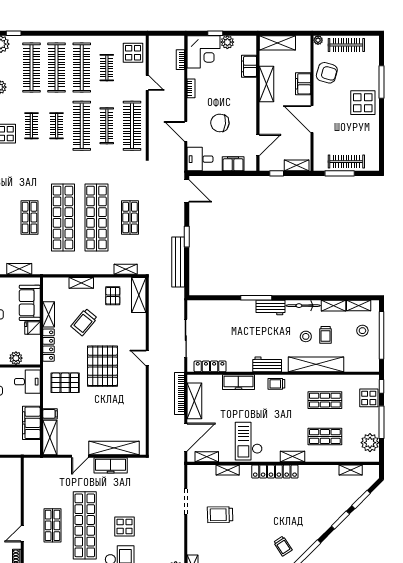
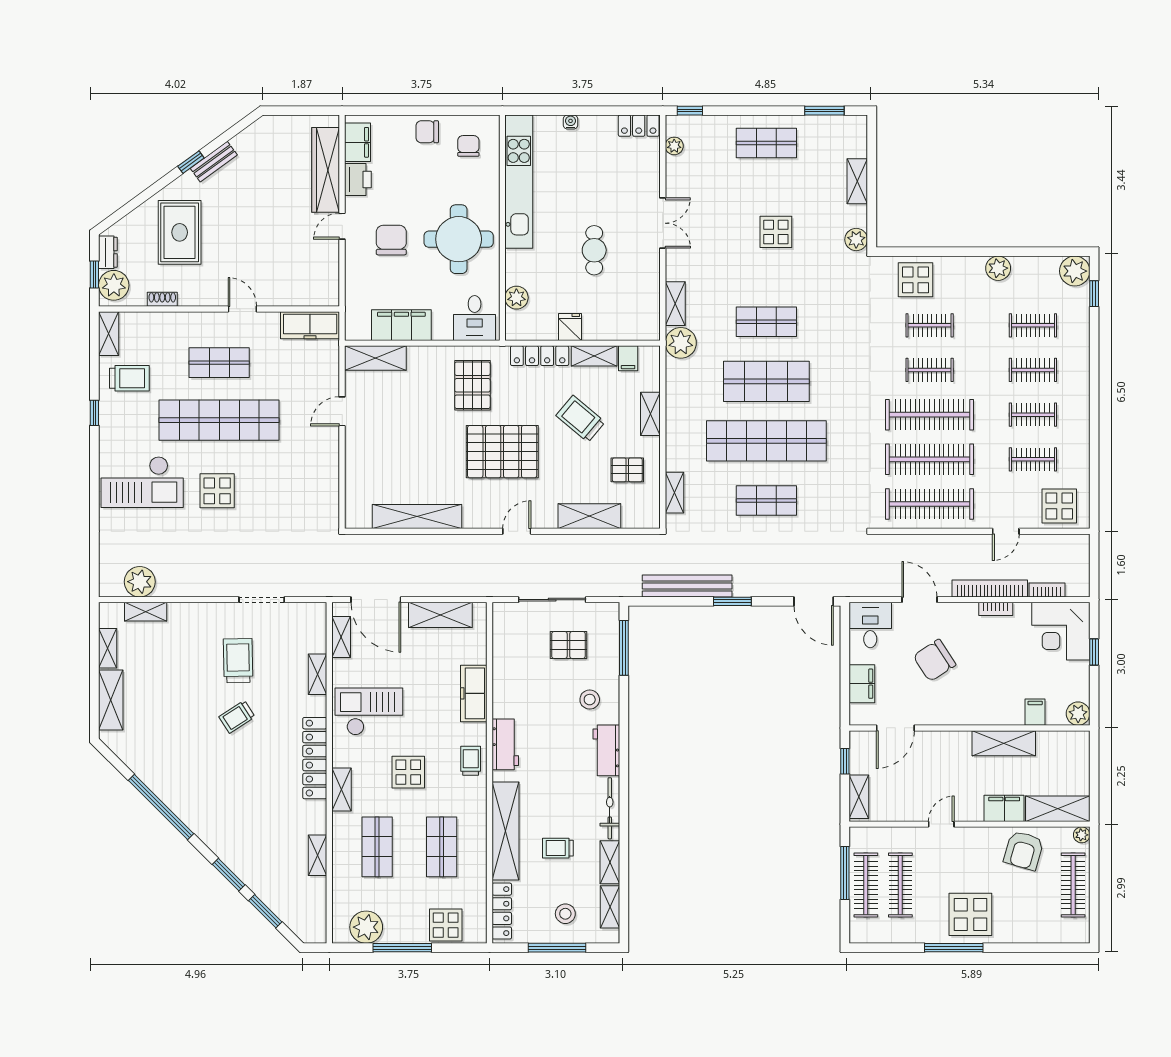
plant: (227, 42) -> (1078, 714), moved
shelving: (277, 43) -> (1058, 809), moved, turned 90
filing cabinet: (249, 66) -> (1035, 712), width x0.50
clothes rail: (31, 68) -> (1033, 325), width x0.54, depth x0.76
clothes rail: (57, 68) -> (1033, 370), width x0.54, depth x0.76
clothes rail: (82, 68) -> (1033, 415), width x0.54, depth x0.76
window: (382, 82) -> (954, 948), moved
door: (312, 119) -> (941, 824), width x0.53
chair: (220, 123) -> (934, 660), turned -129
clothes rail: (107, 126) -> (930, 459), width x1.37, depth x1.31
door: (186, 131) -> (919, 600), hinge flipped
clothes rail: (346, 142) -> (900, 885), added
door: (258, 145) -> (895, 728), hinge flipped
door: (187, 191) -> (814, 601), hinge flipped
shop shelf: (63, 218) -> (766, 381), width x0.71
plant: (41, 266) -> (681, 343), added
shelving: (139, 295) -> (589, 516), moved
window: (256, 298) -> (624, 648), moved
sofa: (30, 303) -> (615, 322), removed
pallet: (211, 329) -> (568, 645), added
window: (382, 335) -> (557, 948), width x0.68
stool: (306, 336) -> (590, 700), moved
locker: (210, 366) -> (502, 911), moved
window: (382, 386) -> (466, 948), removed
bookcase: (180, 394) -> (990, 589), moved
filing cabinet: (50, 414) -> (628, 358), moved
display table: (283, 419) -> (408, 772), added
shelving: (114, 448) -> (417, 517), moved, turned 90
door: (80, 456) -> (342, 411), hinge flipped
freezer: (111, 465) -> (310, 325), moved, turned -90
shelving: (351, 470) -> (317, 855), moved
door: (22, 534) -> (242, 309), moved
trolley: (283, 546) -> (237, 717), moved

